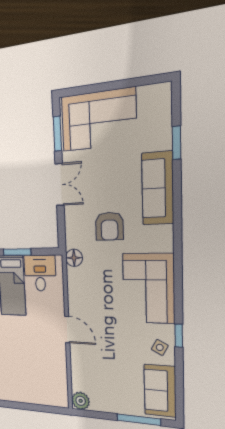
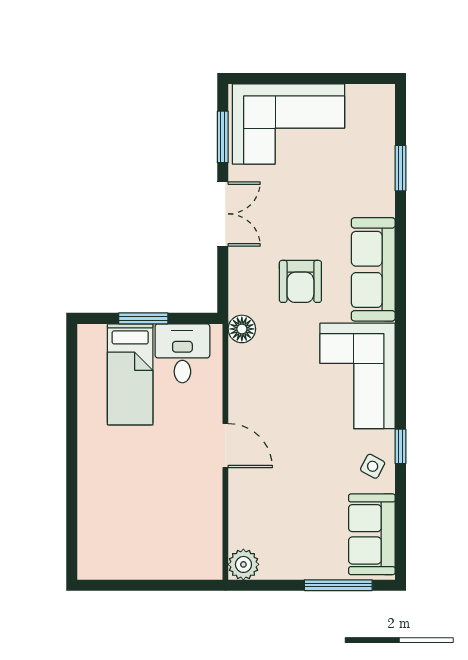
sofa: (158, 188) -> (373, 269), moved

